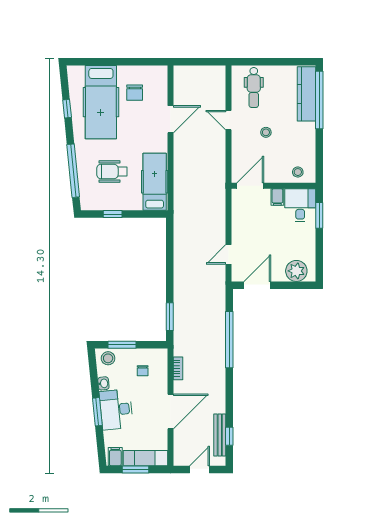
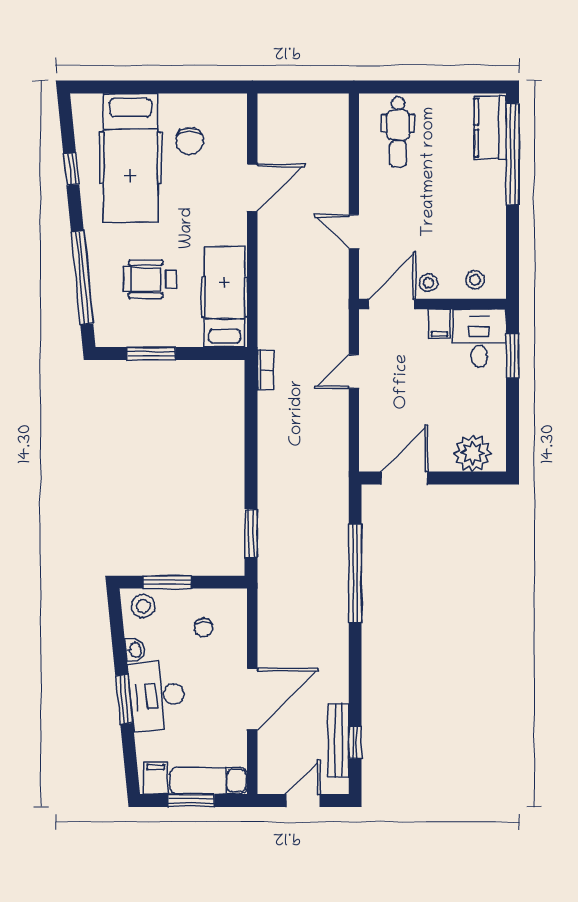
kitchen counter: (306, 94) -> (490, 127), width x0.67
door: (229, 120) -> (354, 232), moved
stool: (266, 132) -> (429, 283), moved
window: (113, 214) -> (151, 354), width x1.50
door: (229, 254) -> (354, 371), moved
bookcase: (178, 368) -> (265, 370), moved

